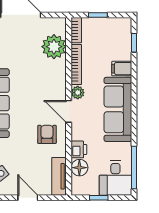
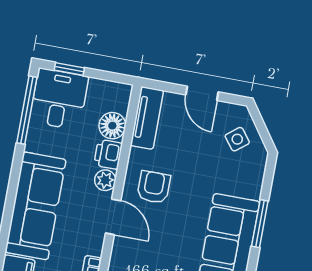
plant: (78, 93) -> (105, 180), moved
armchair: (47, 134) -> (154, 187), turned 180
window: (99, 198) -> (69, 69), moved

